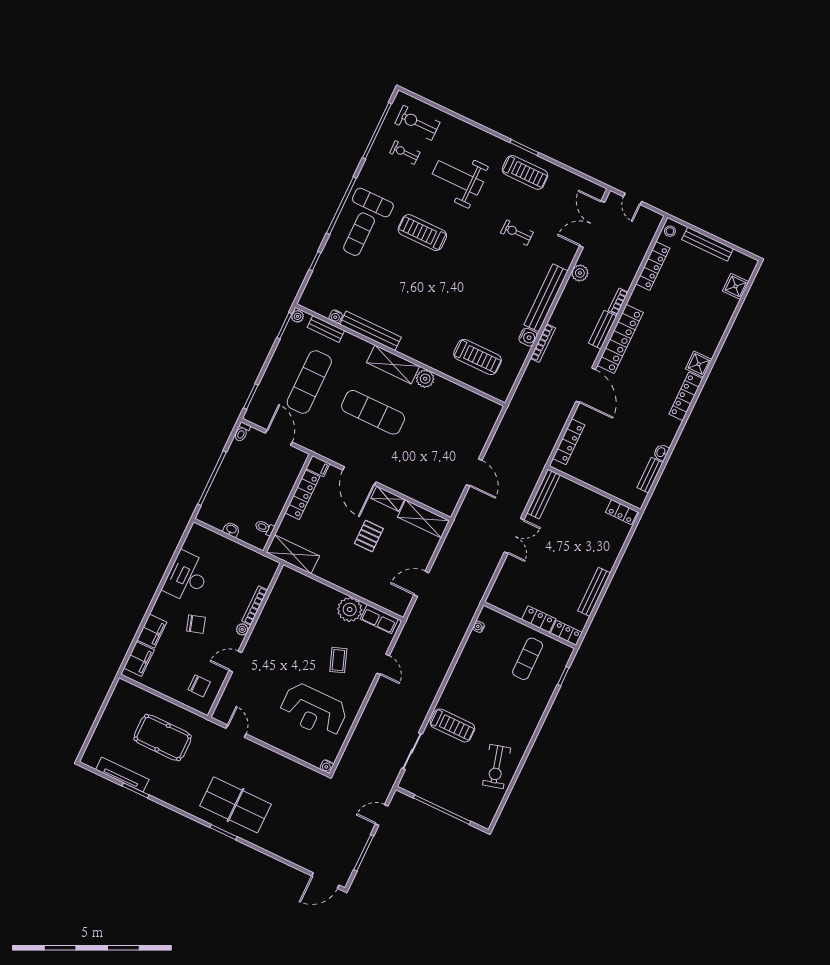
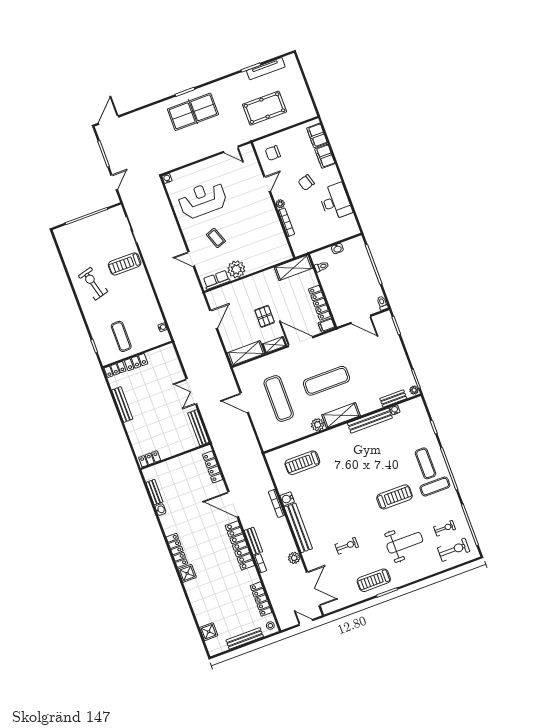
exercise mat: (309, 382) -> (279, 398), moved
exercise bike: (497, 766) -> (93, 284), moved

